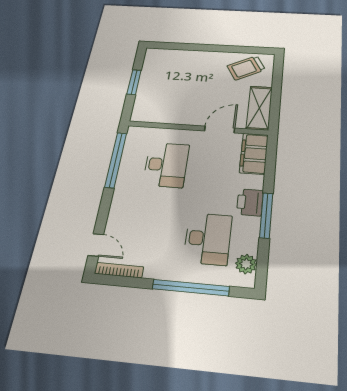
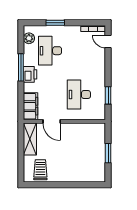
trolley: (246, 68) -> (40, 170), turned -61
door: (220, 129) -> (52, 121), hinge flipped
window: (116, 160) -> (108, 95), width x0.47
window: (191, 288) -> (55, 23), width x0.47

